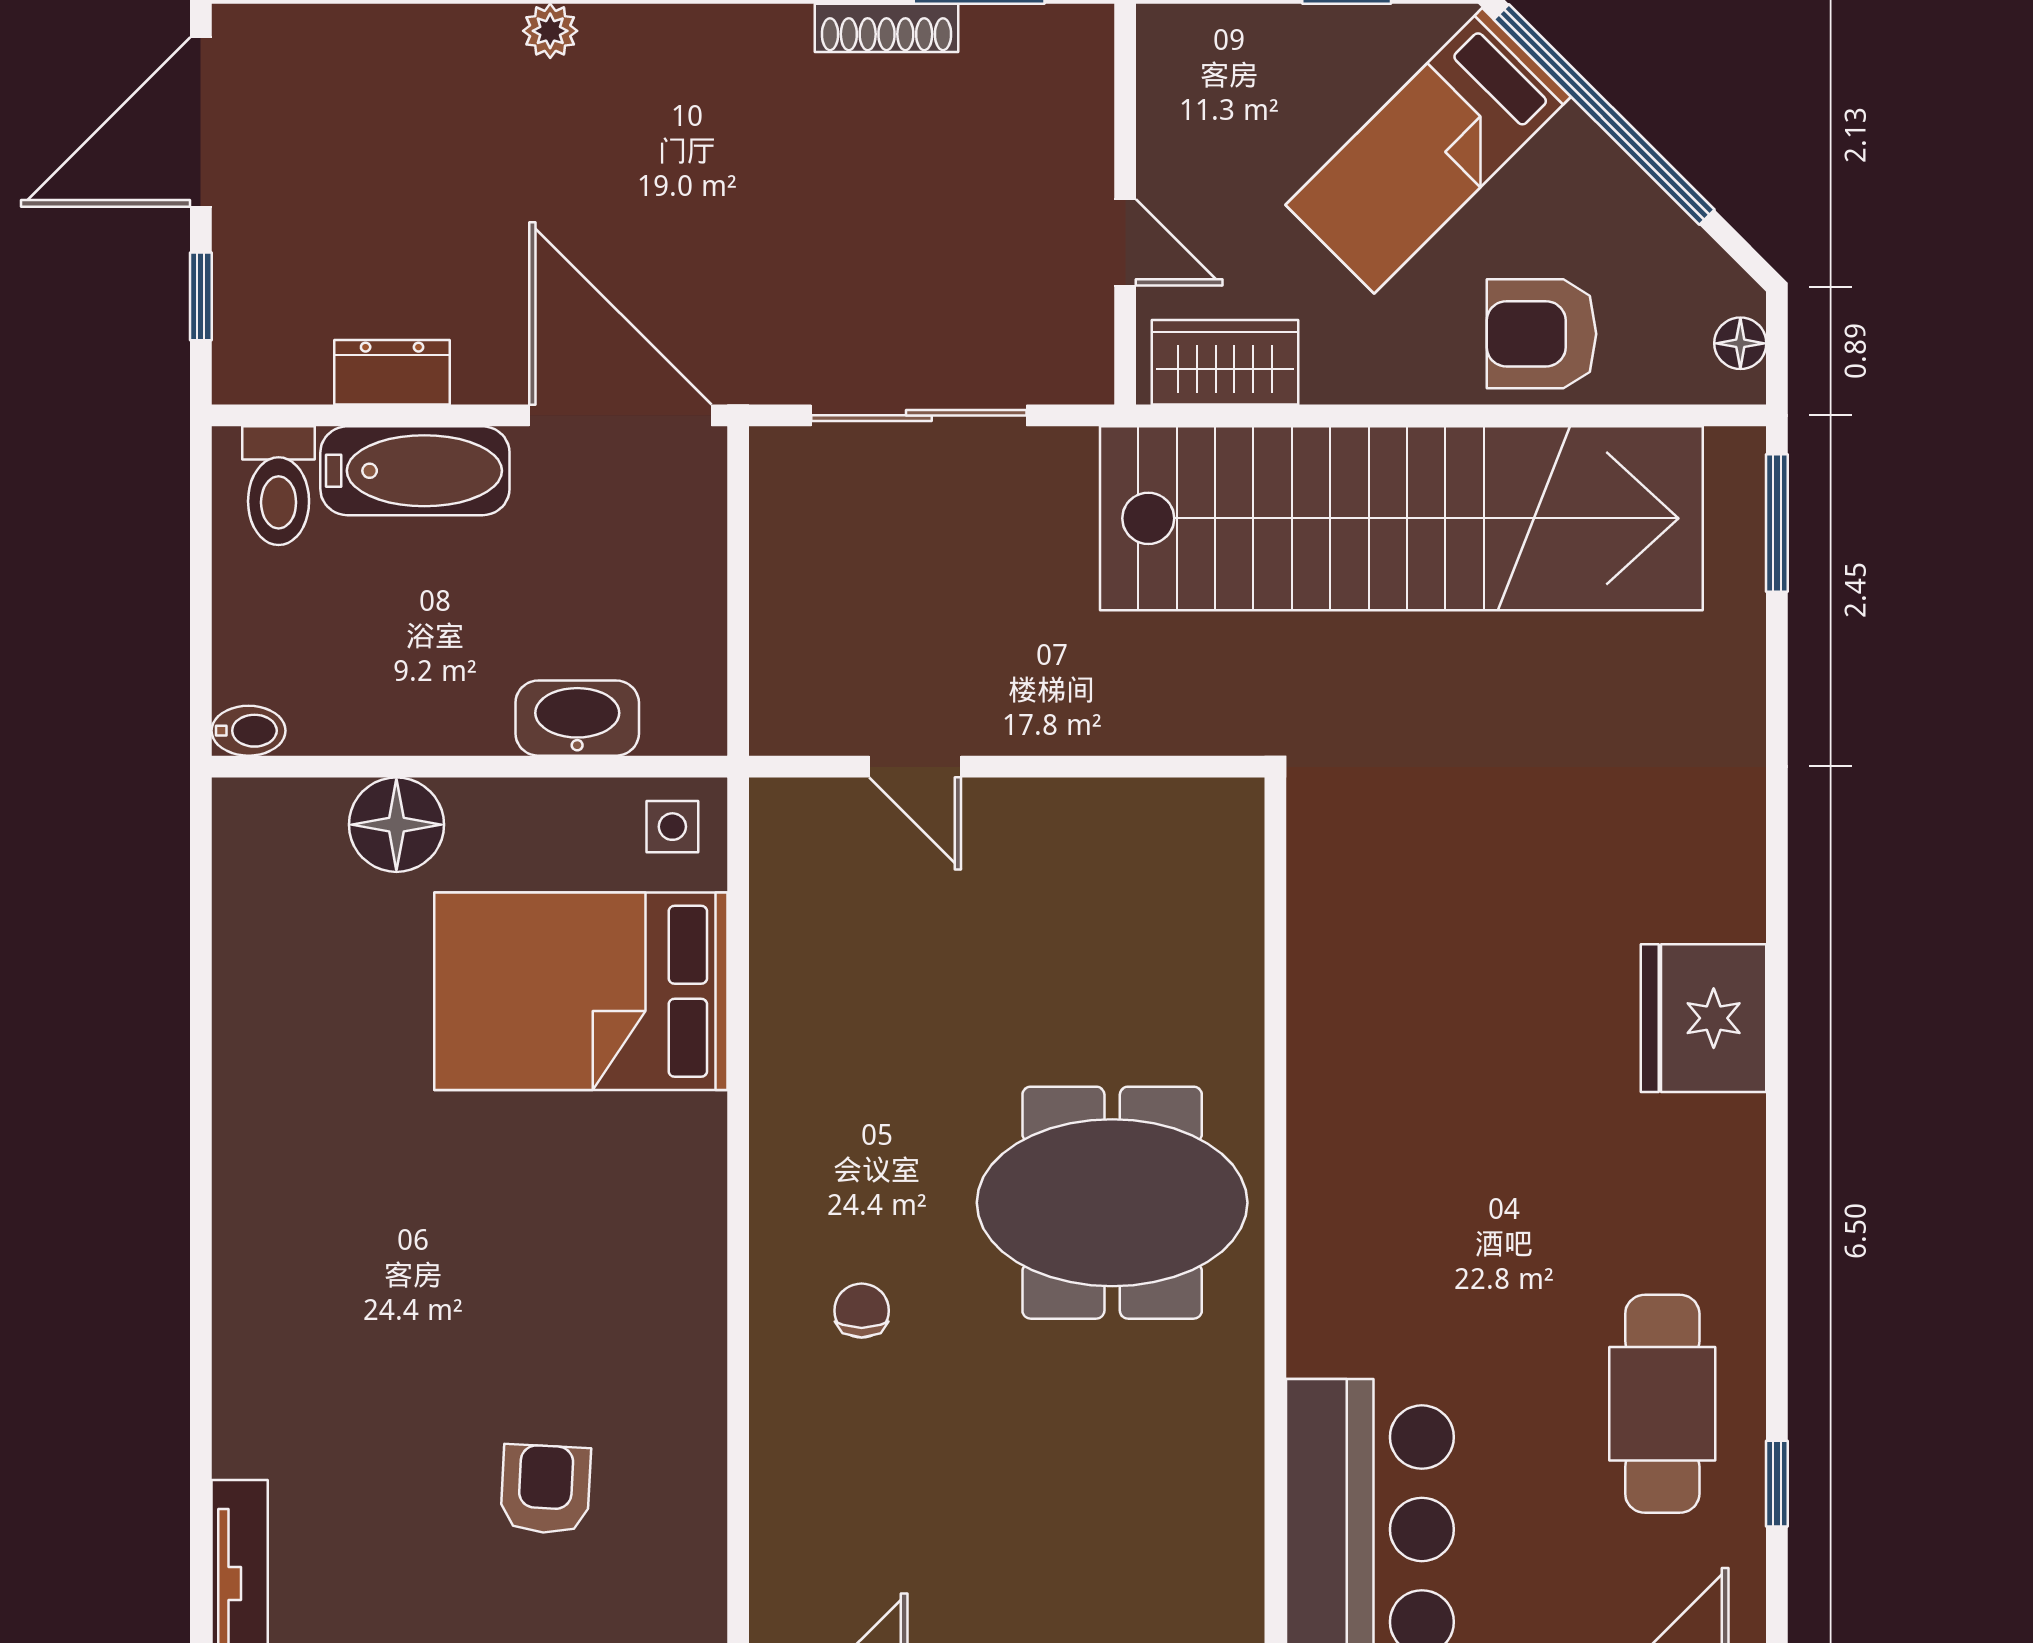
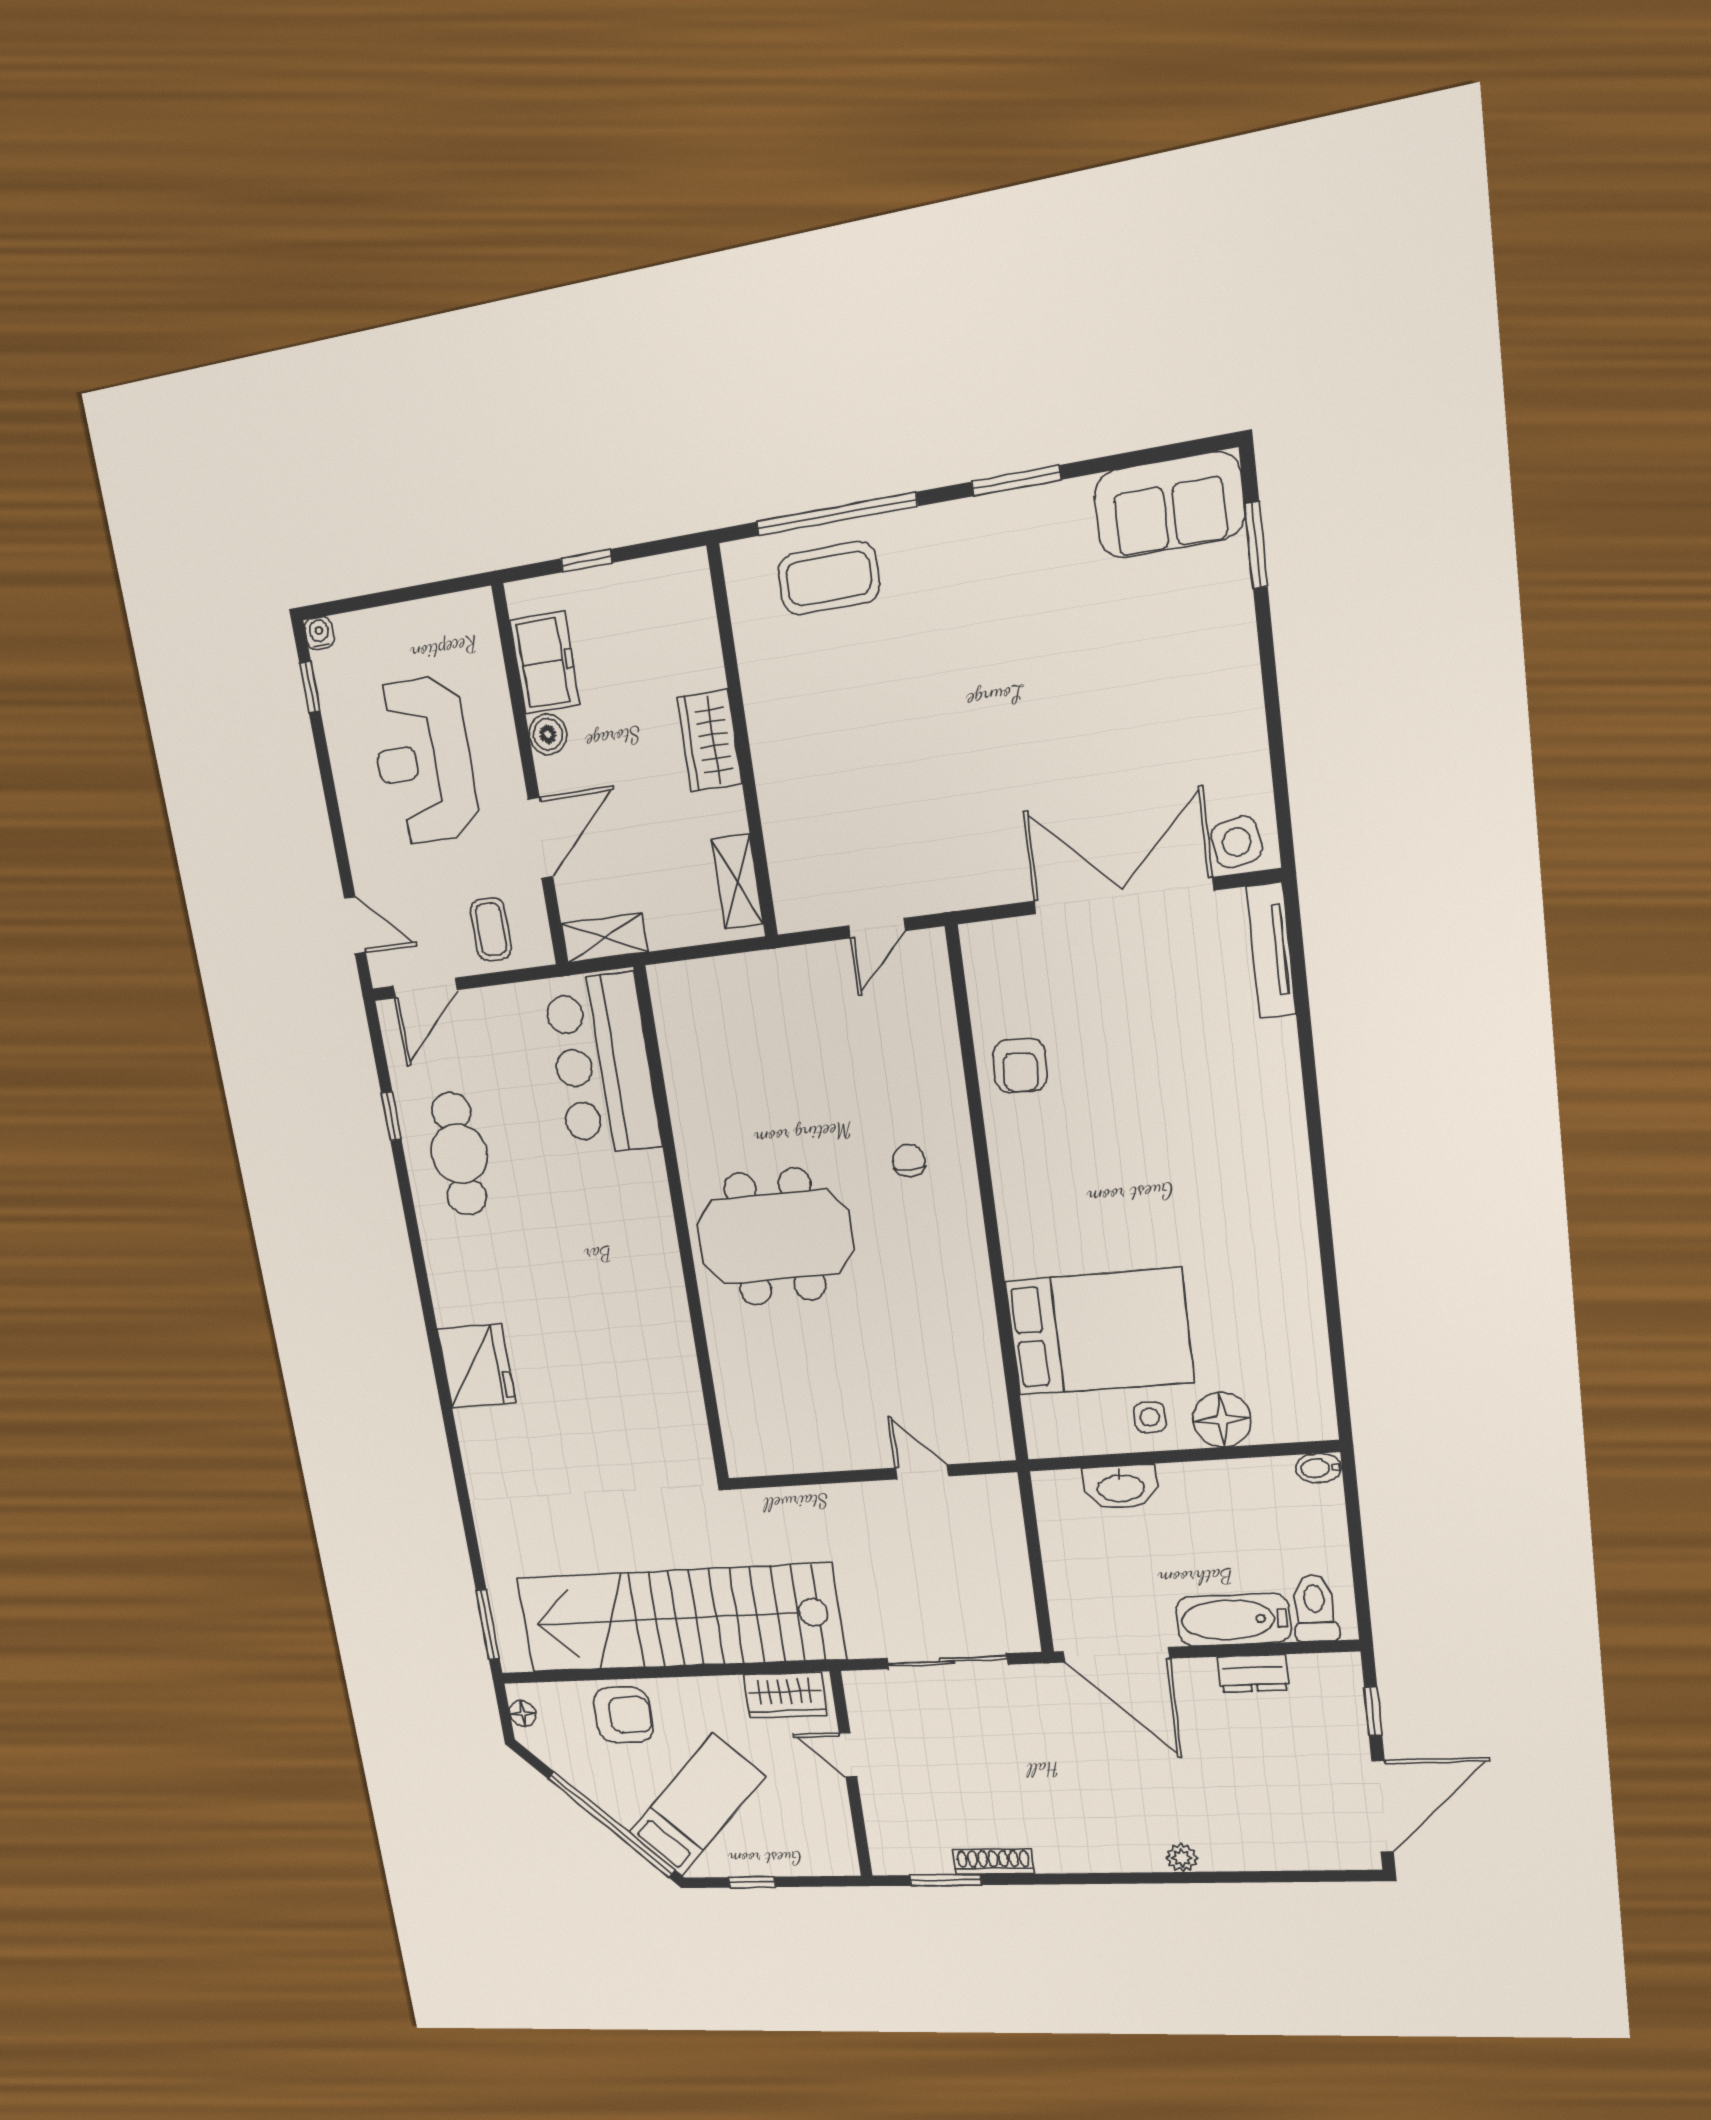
side table: (672, 827) -> (1150, 1417), moved
chair: (862, 1311) -> (909, 1161), turned 180
armchair: (545, 1489) -> (1020, 1066), moved

